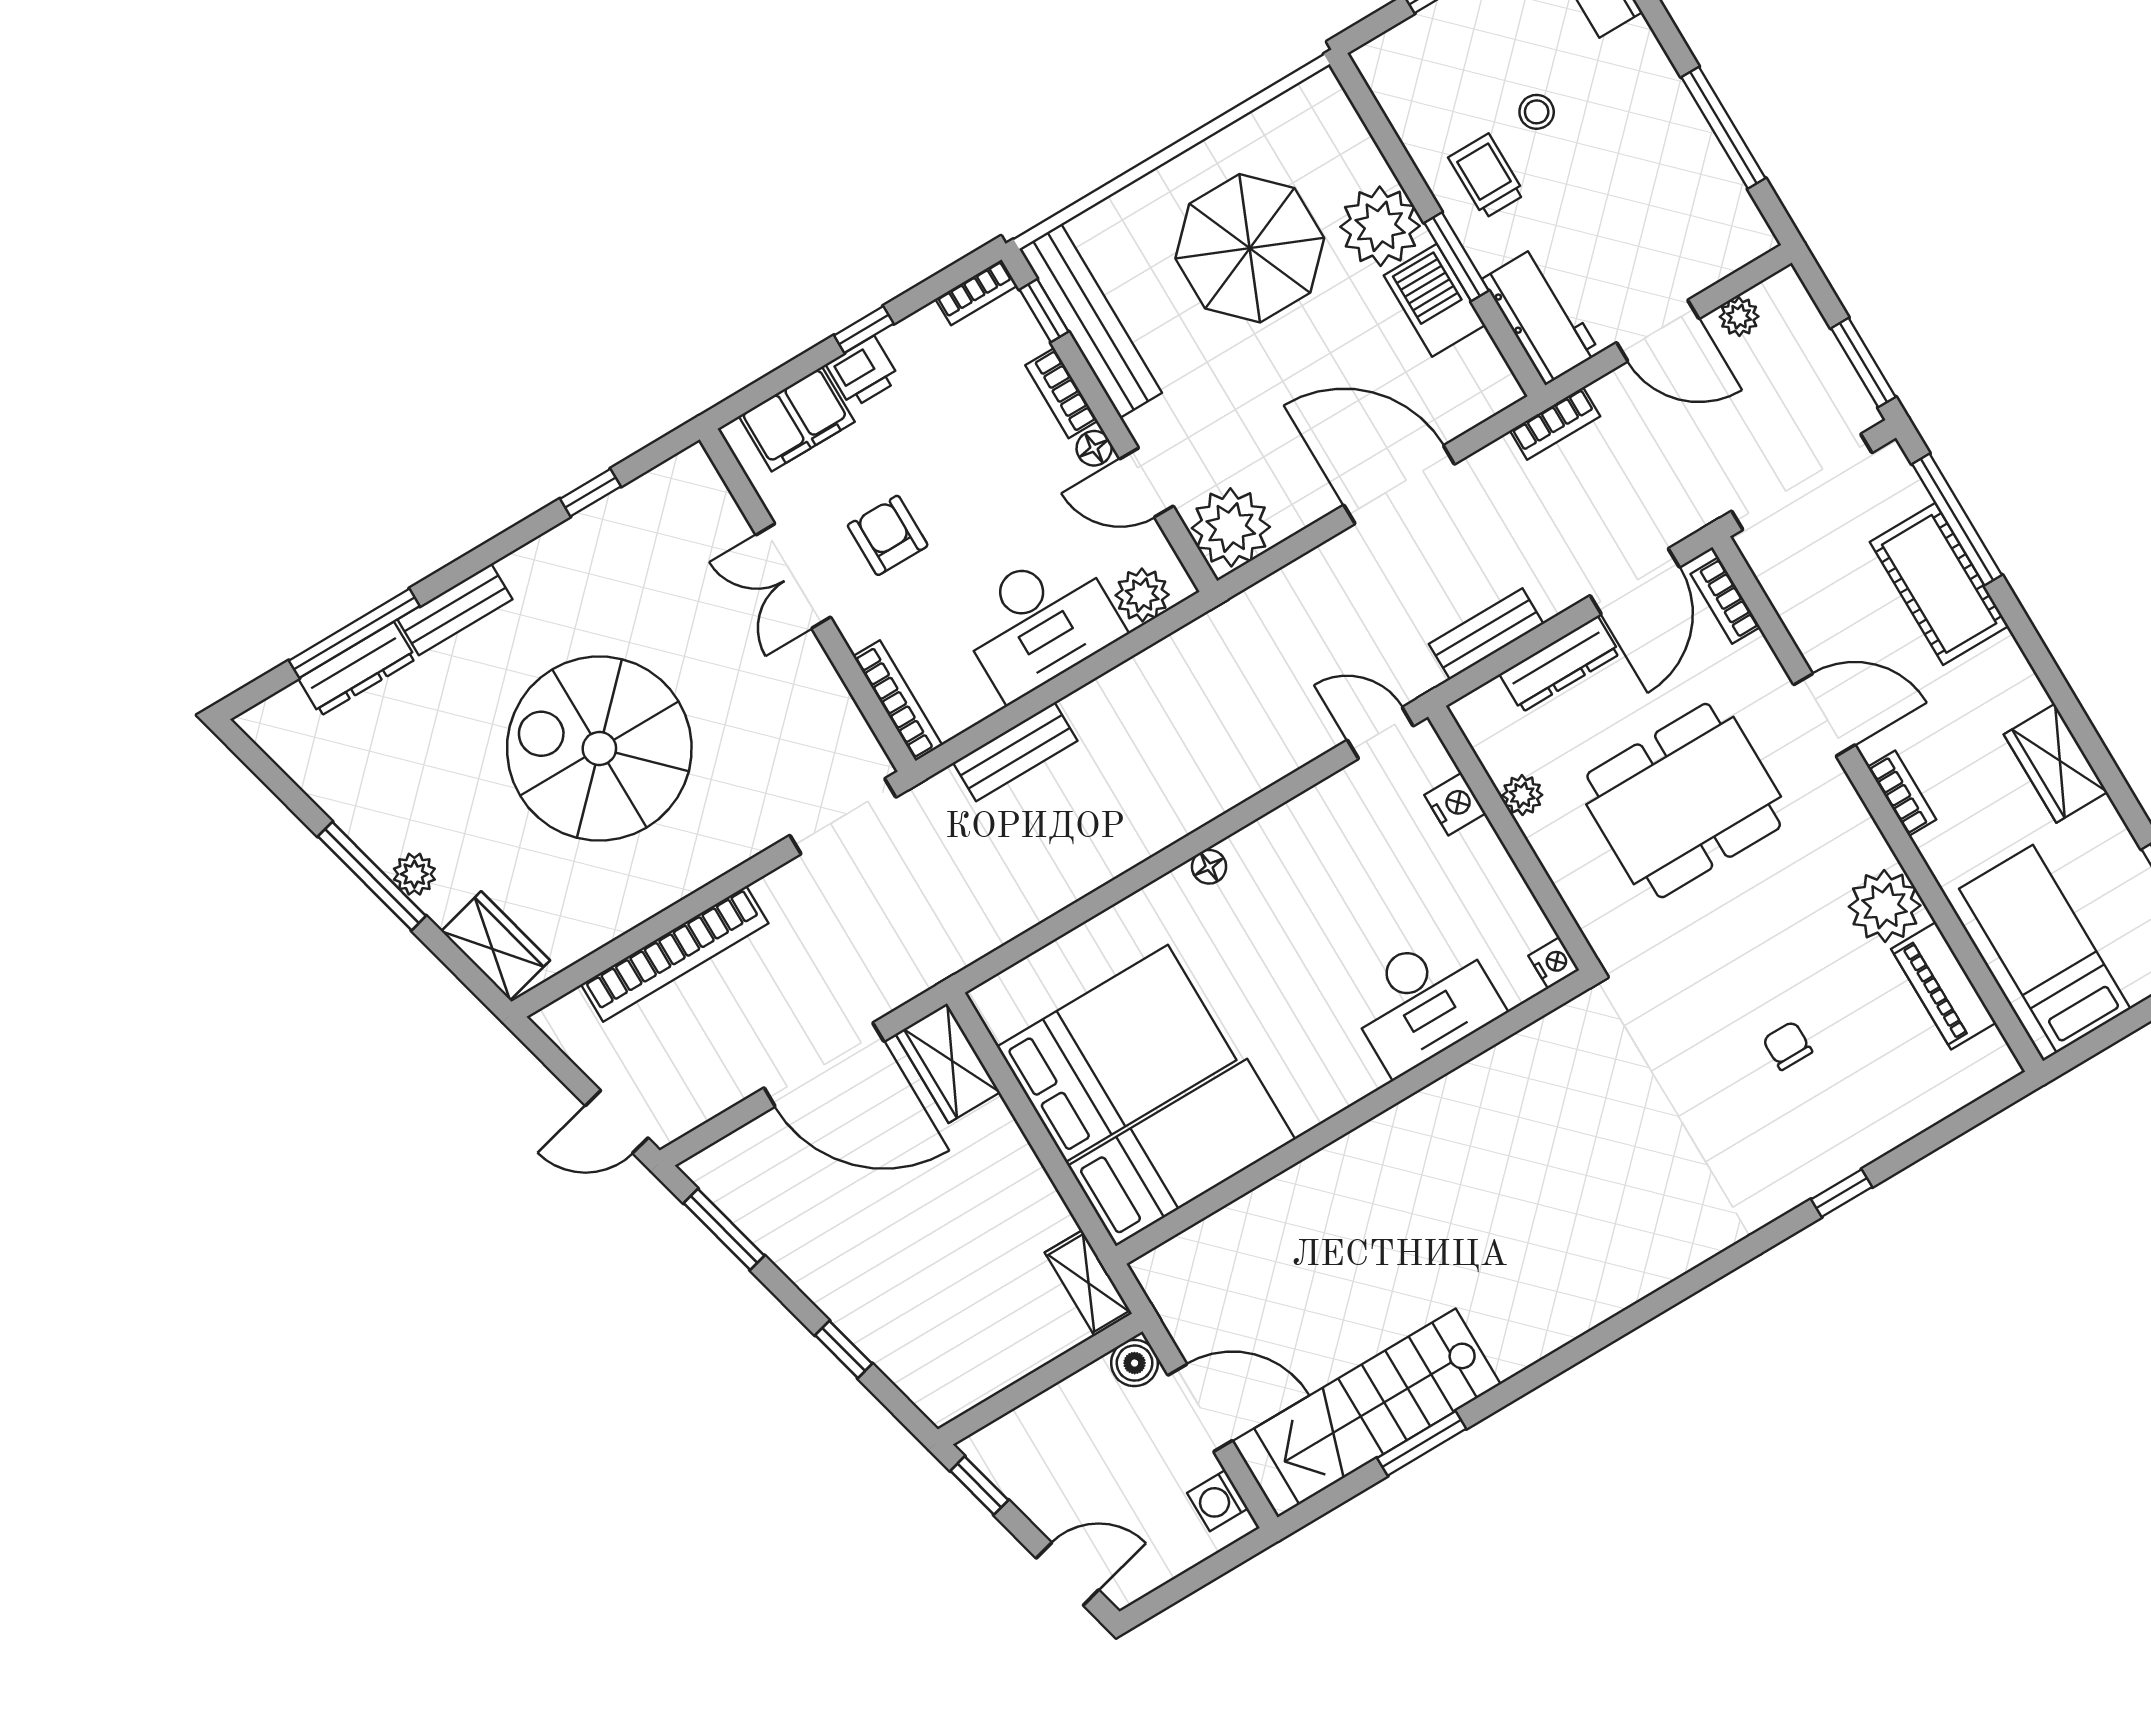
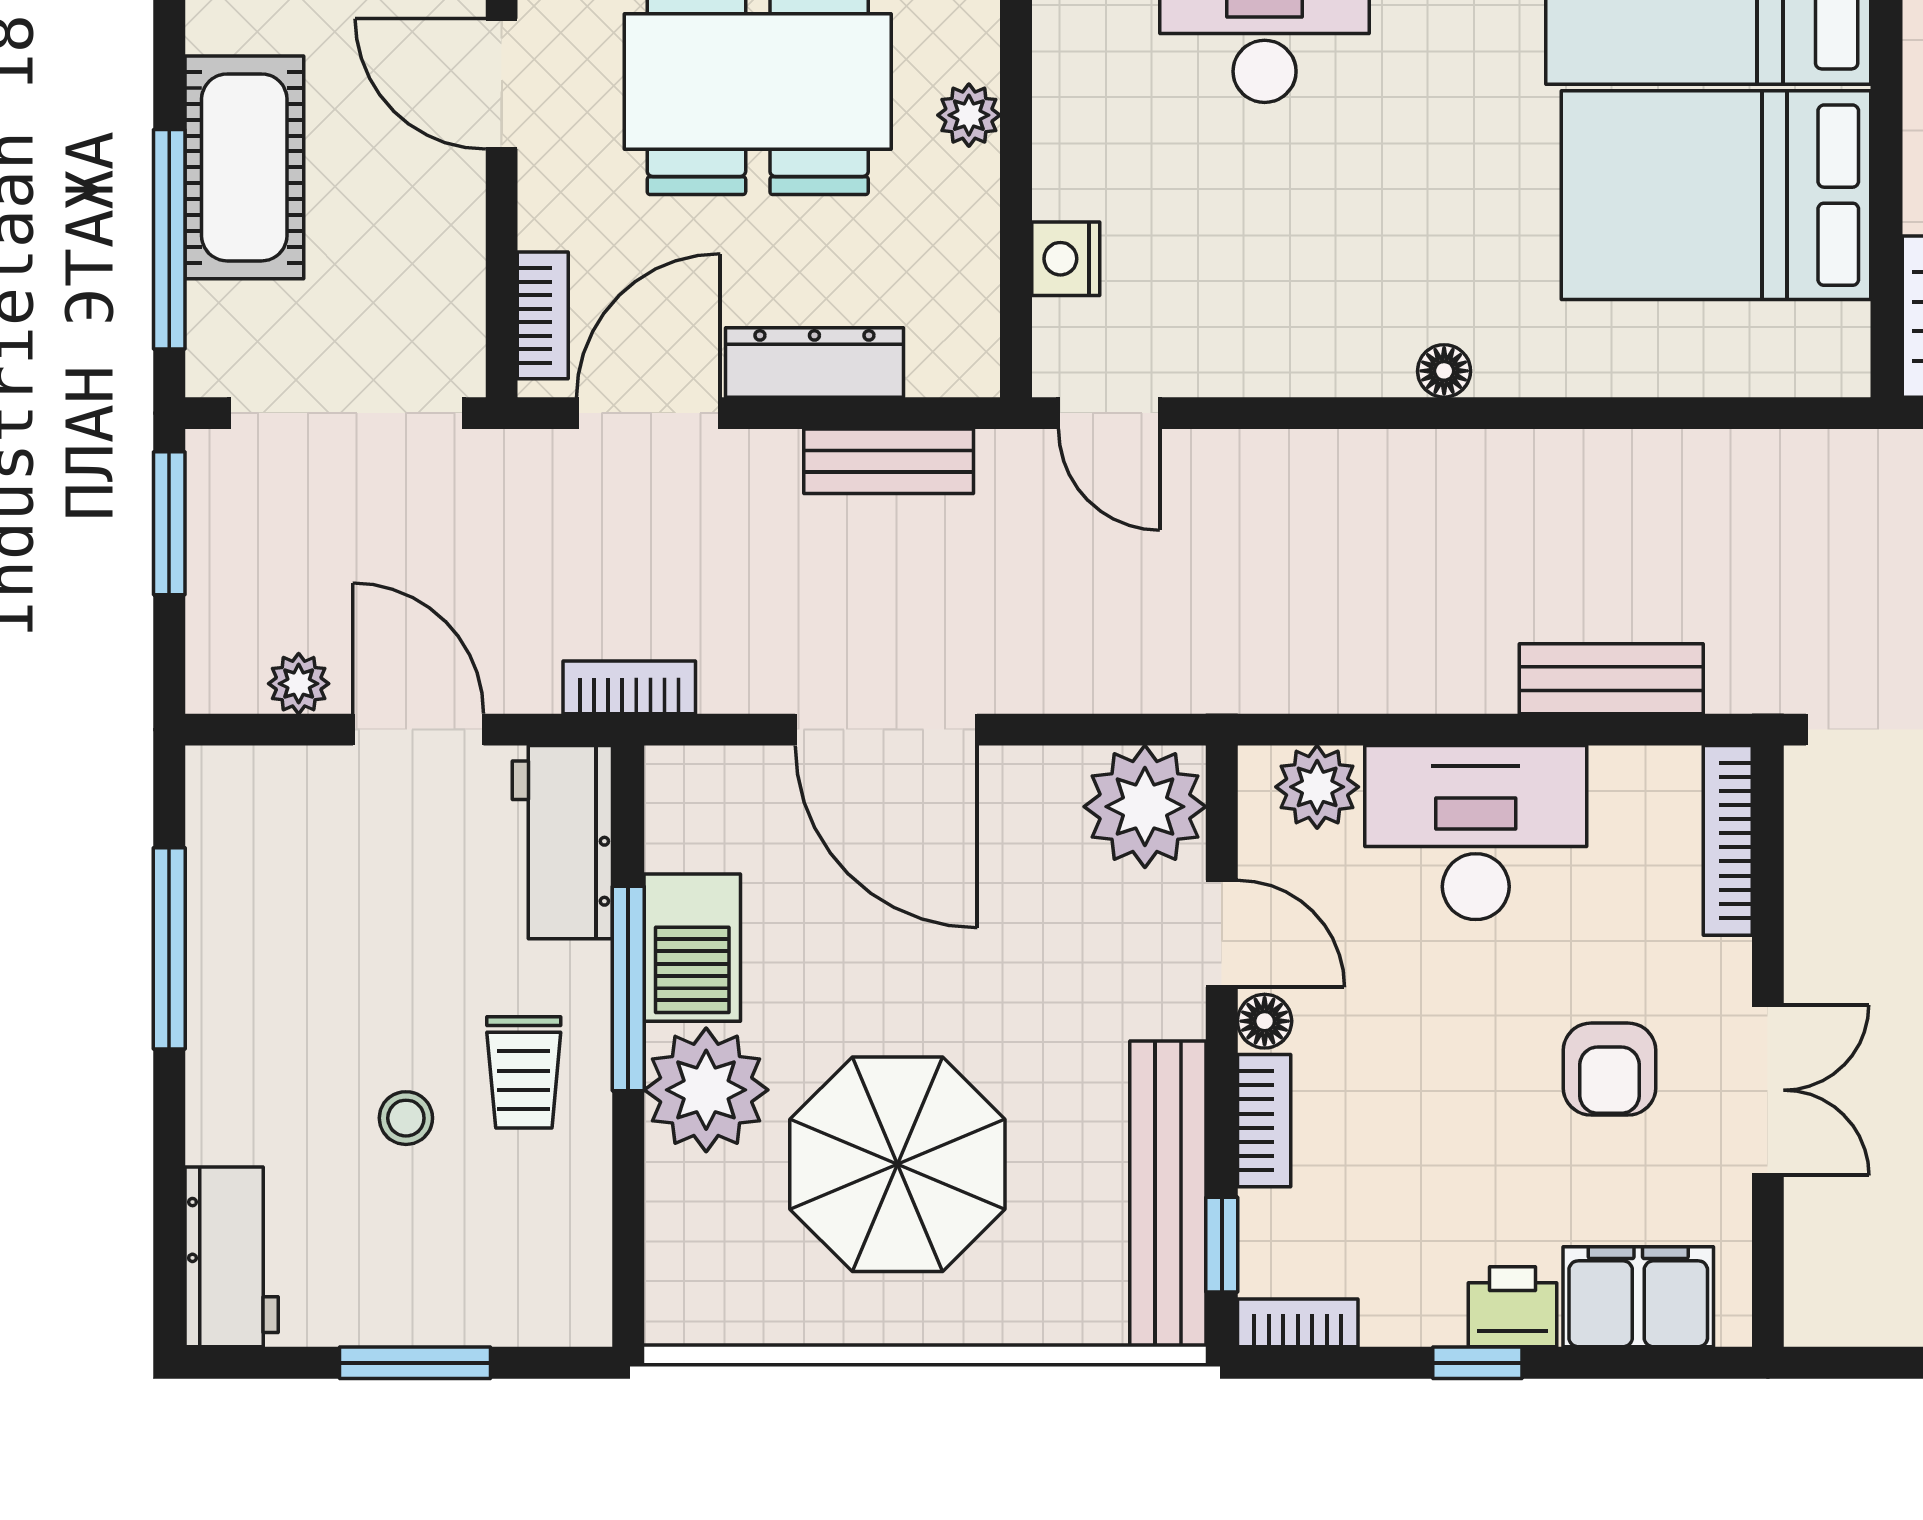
window: (1456, 257) -> (628, 988), width x1.44
plant: (1522, 795) -> (969, 115), moved

